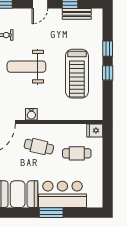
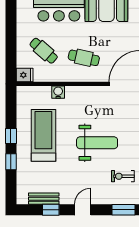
water cooler: (31, 114) -> (58, 92), moved
cafe table: (77, 153) -> (44, 51), turned 41

